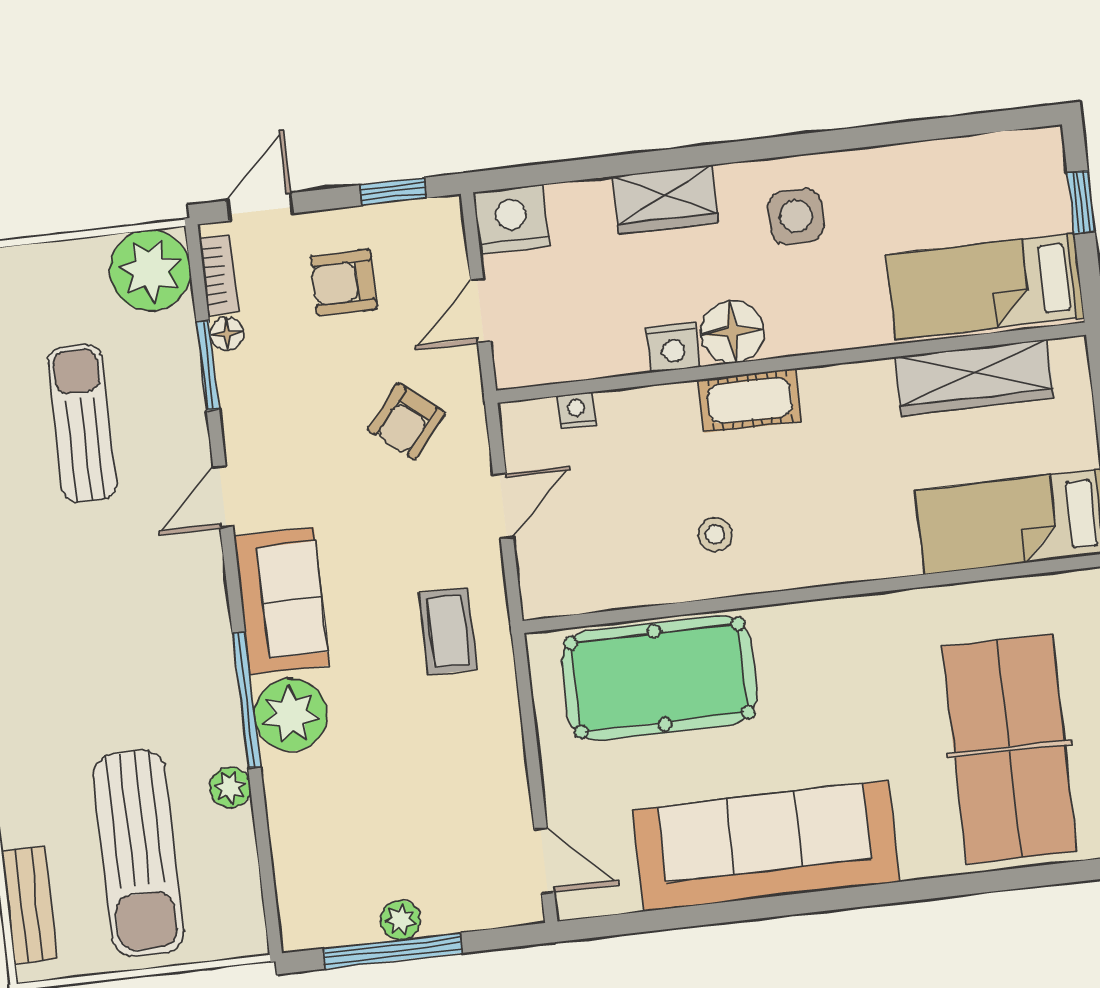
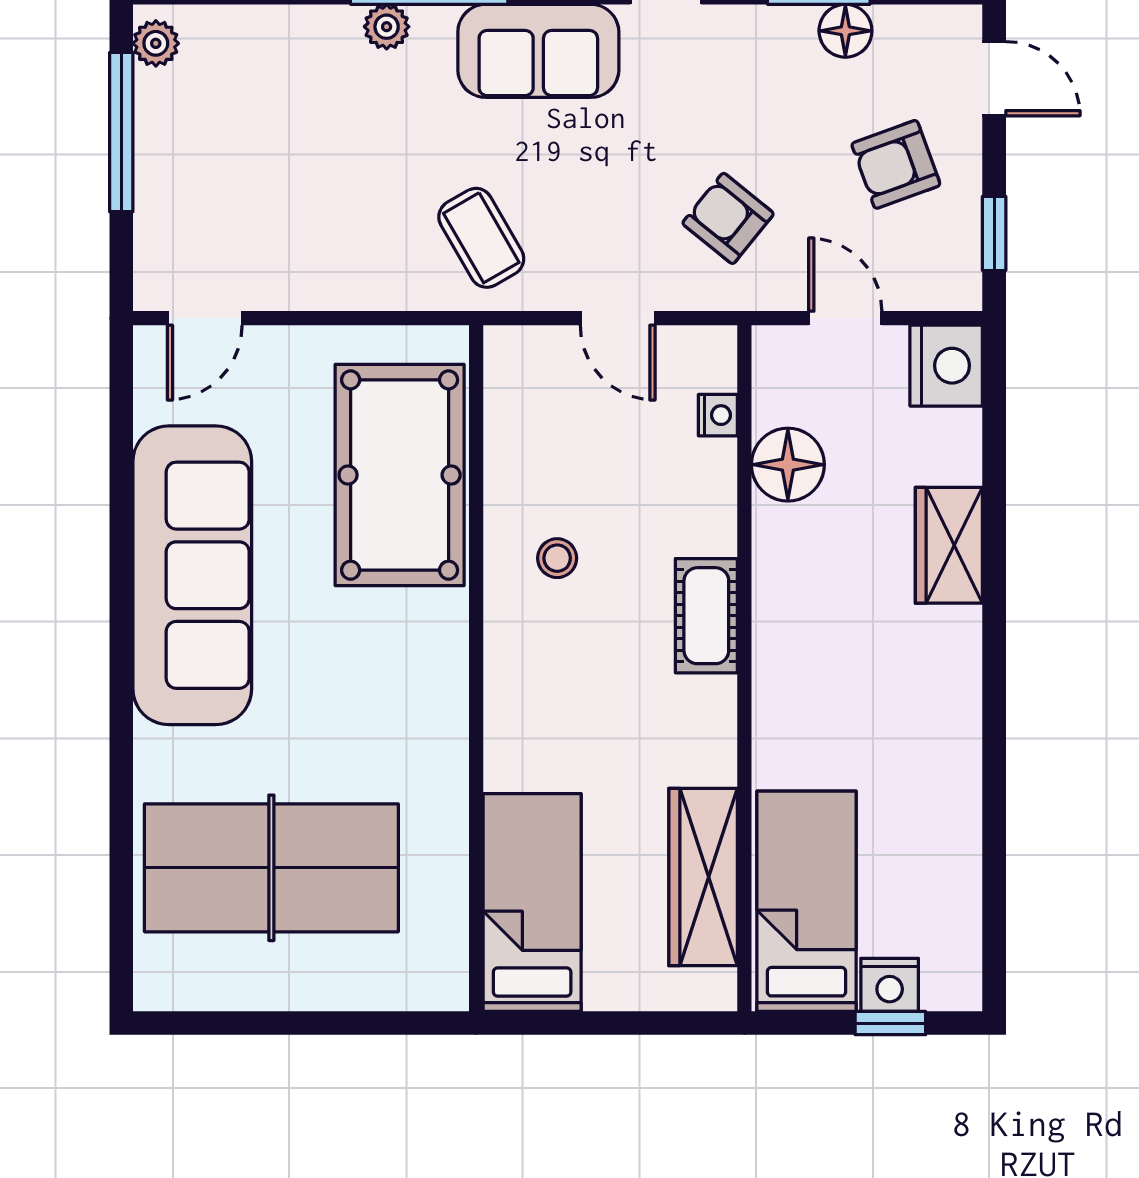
side table: (796, 216) -> (912, 693), removed
bookcase: (219, 275) -> (921, 22), removed
armchair: (344, 283) -> (896, 164), turned -110
floor lamp: (732, 332) -> (788, 465), moved
floor lamp: (227, 334) -> (845, 31), width x1.37, depth x1.37
nightstand: (673, 347) -> (890, 985), moved, turned -90
coffee table: (448, 631) -> (481, 238), turned 60
plant: (291, 715) -> (387, 27), width x0.53, depth x0.53
plant: (400, 920) -> (156, 43), moved

